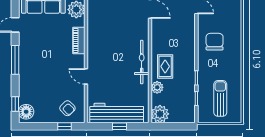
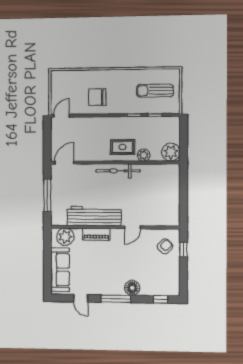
floor lamp: (26, 112) -> (132, 288), moved
workbench: (117, 113) -> (94, 216), moved, turned 90
window: (119, 126) -> (184, 193), removed

